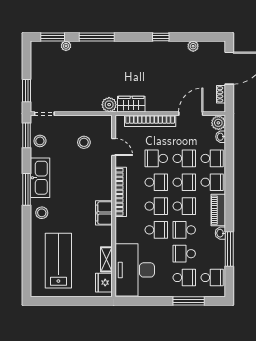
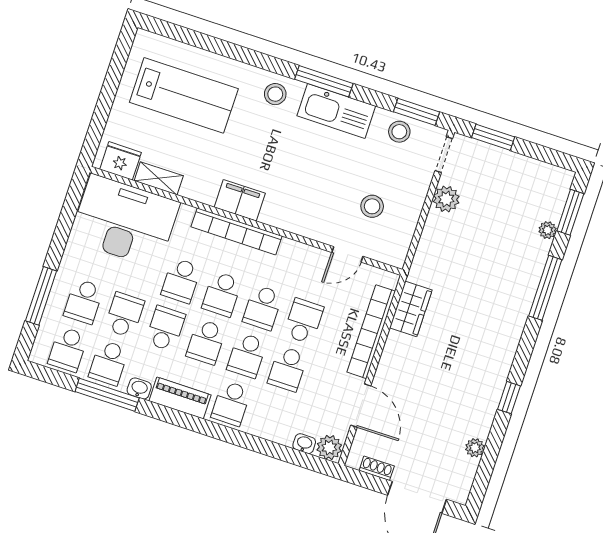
plant: (109, 105) -> (446, 199), moved
school desk: (212, 158) -> (109, 363), moved
bookcase: (121, 192) -> (237, 231), moved

